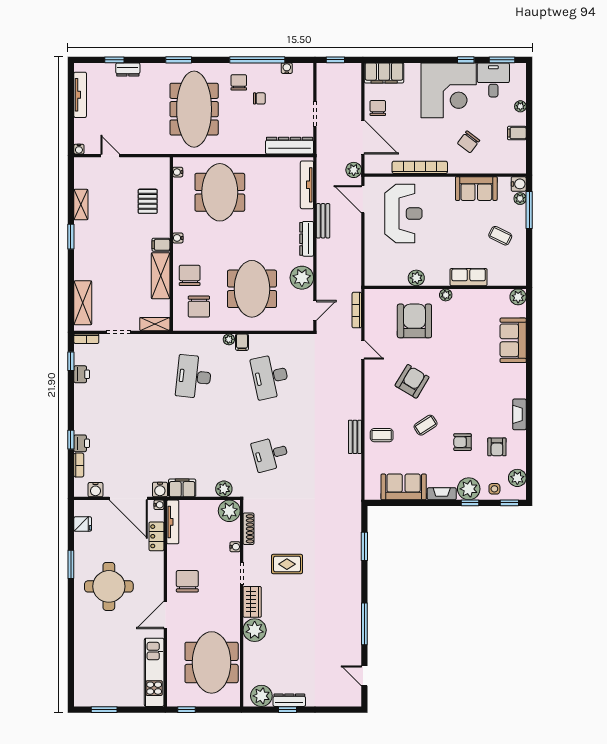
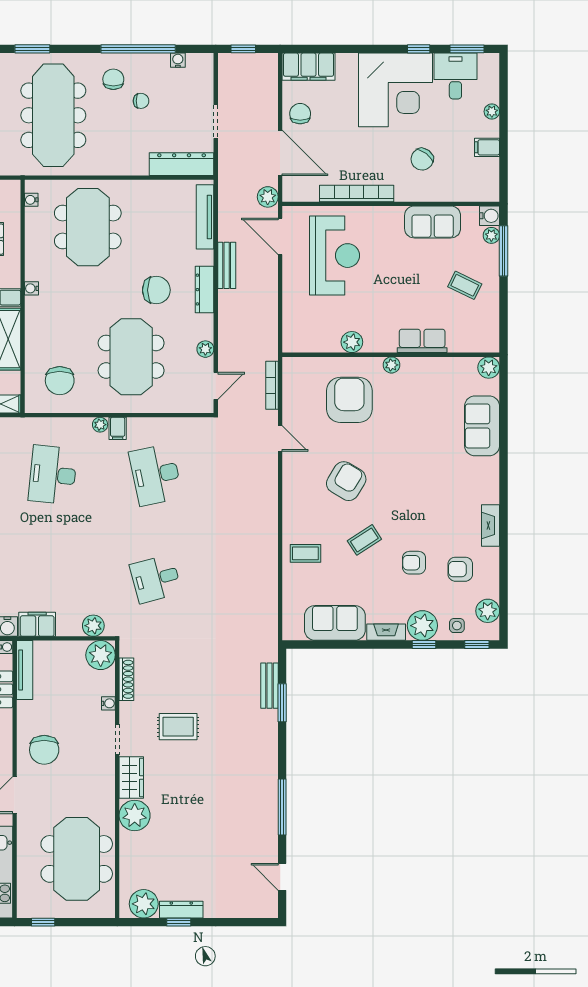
chair: (190, 275) -> (156, 290), moved, turned 90
plant: (302, 278) -> (205, 349), width x0.53, depth x0.53
bench: (355, 437) -> (269, 686), moved
armchair: (497, 447) -> (460, 569), turned 90
chair: (187, 581) -> (44, 750), turned 180

